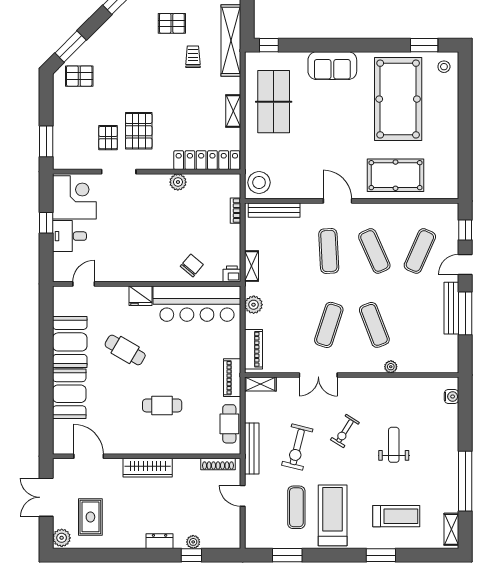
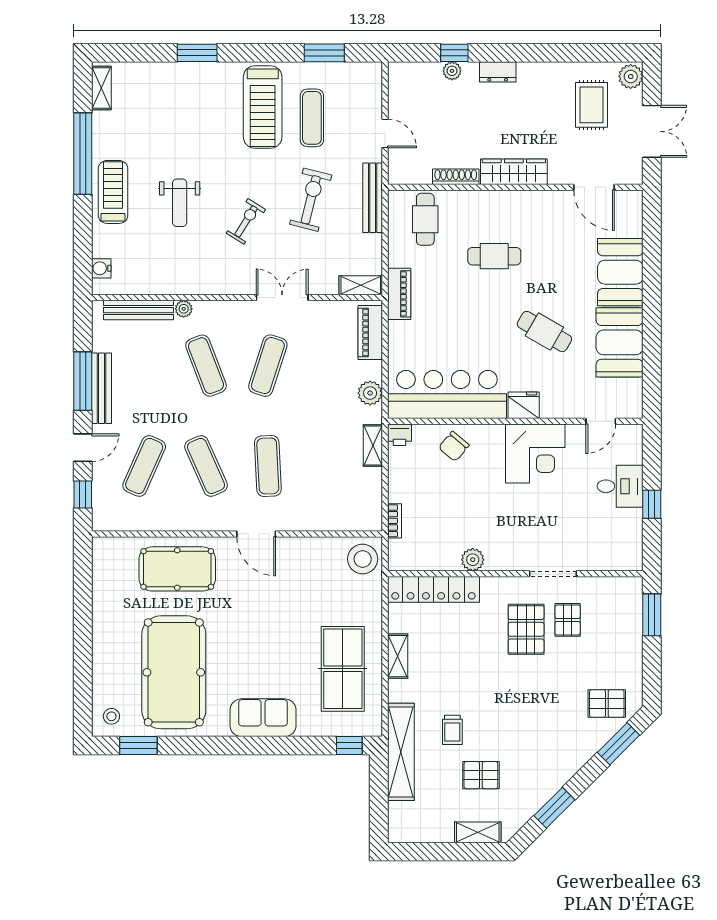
corner desk: (74, 197) -> (535, 454), moved, turned -90
bench: (274, 210) -> (138, 310), moved
cafe table: (229, 424) -> (425, 219), moved
shoe rack: (218, 464) -> (456, 177), moved
treadmill: (396, 516) -> (113, 192), moved, turned 90

